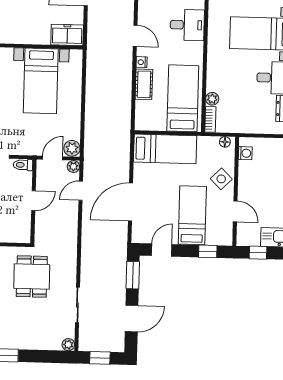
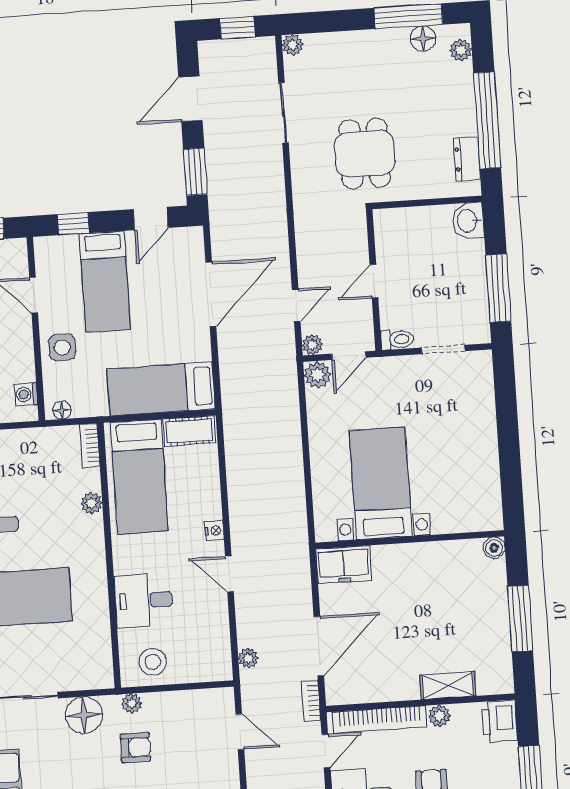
cot: (144, 84) -> (189, 431), moved, turned 90
plant: (212, 99) -> (92, 503), moved
side table: (221, 179) -> (62, 347), turned 45

